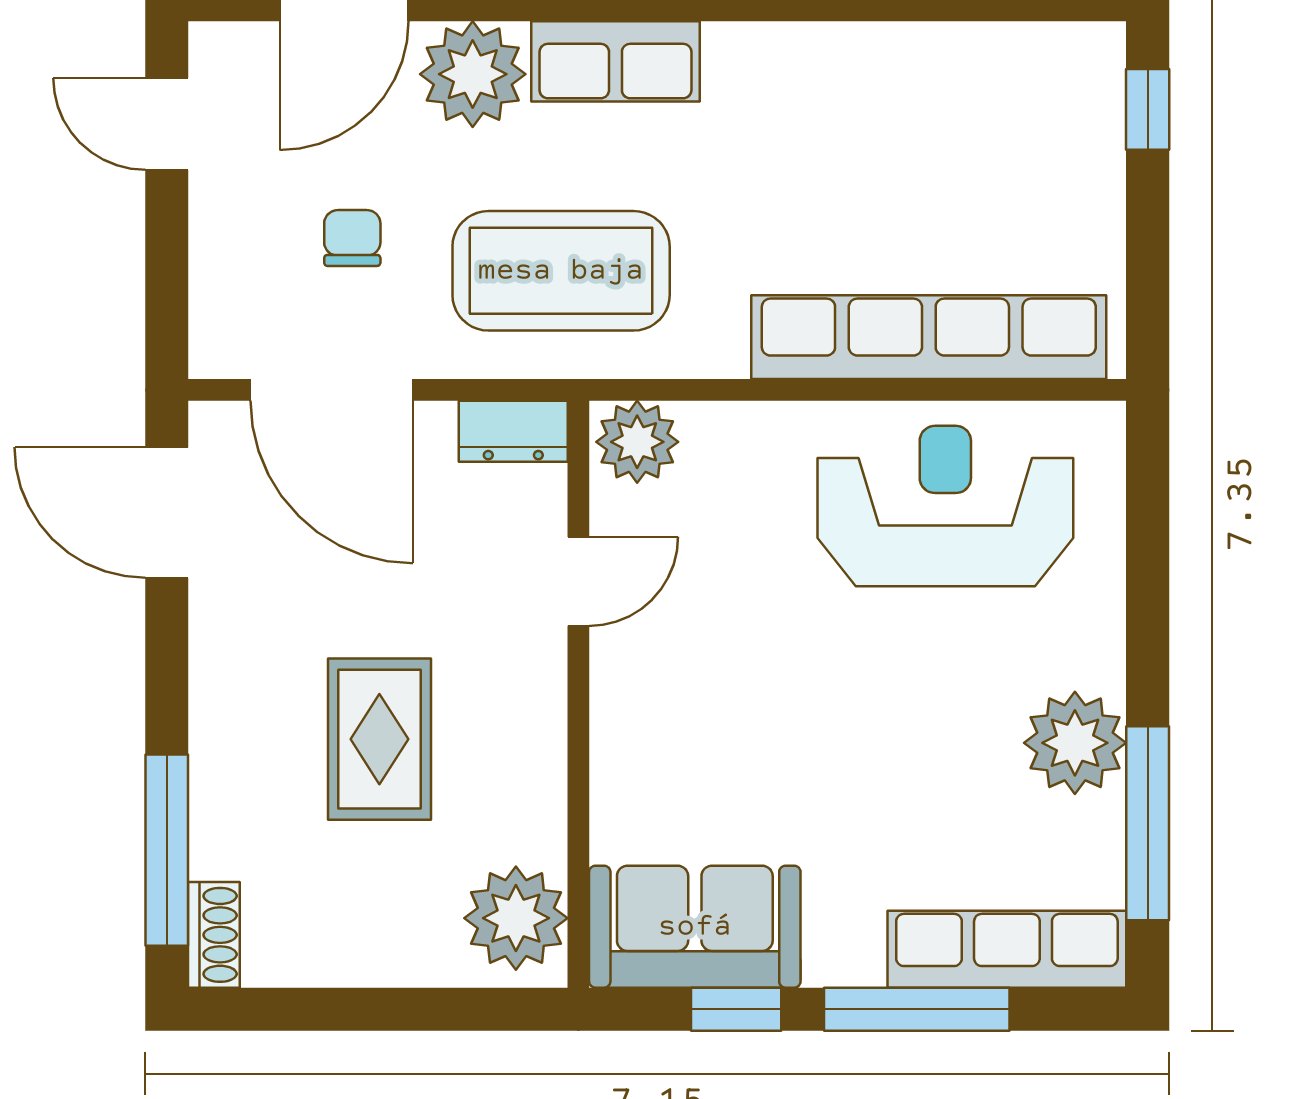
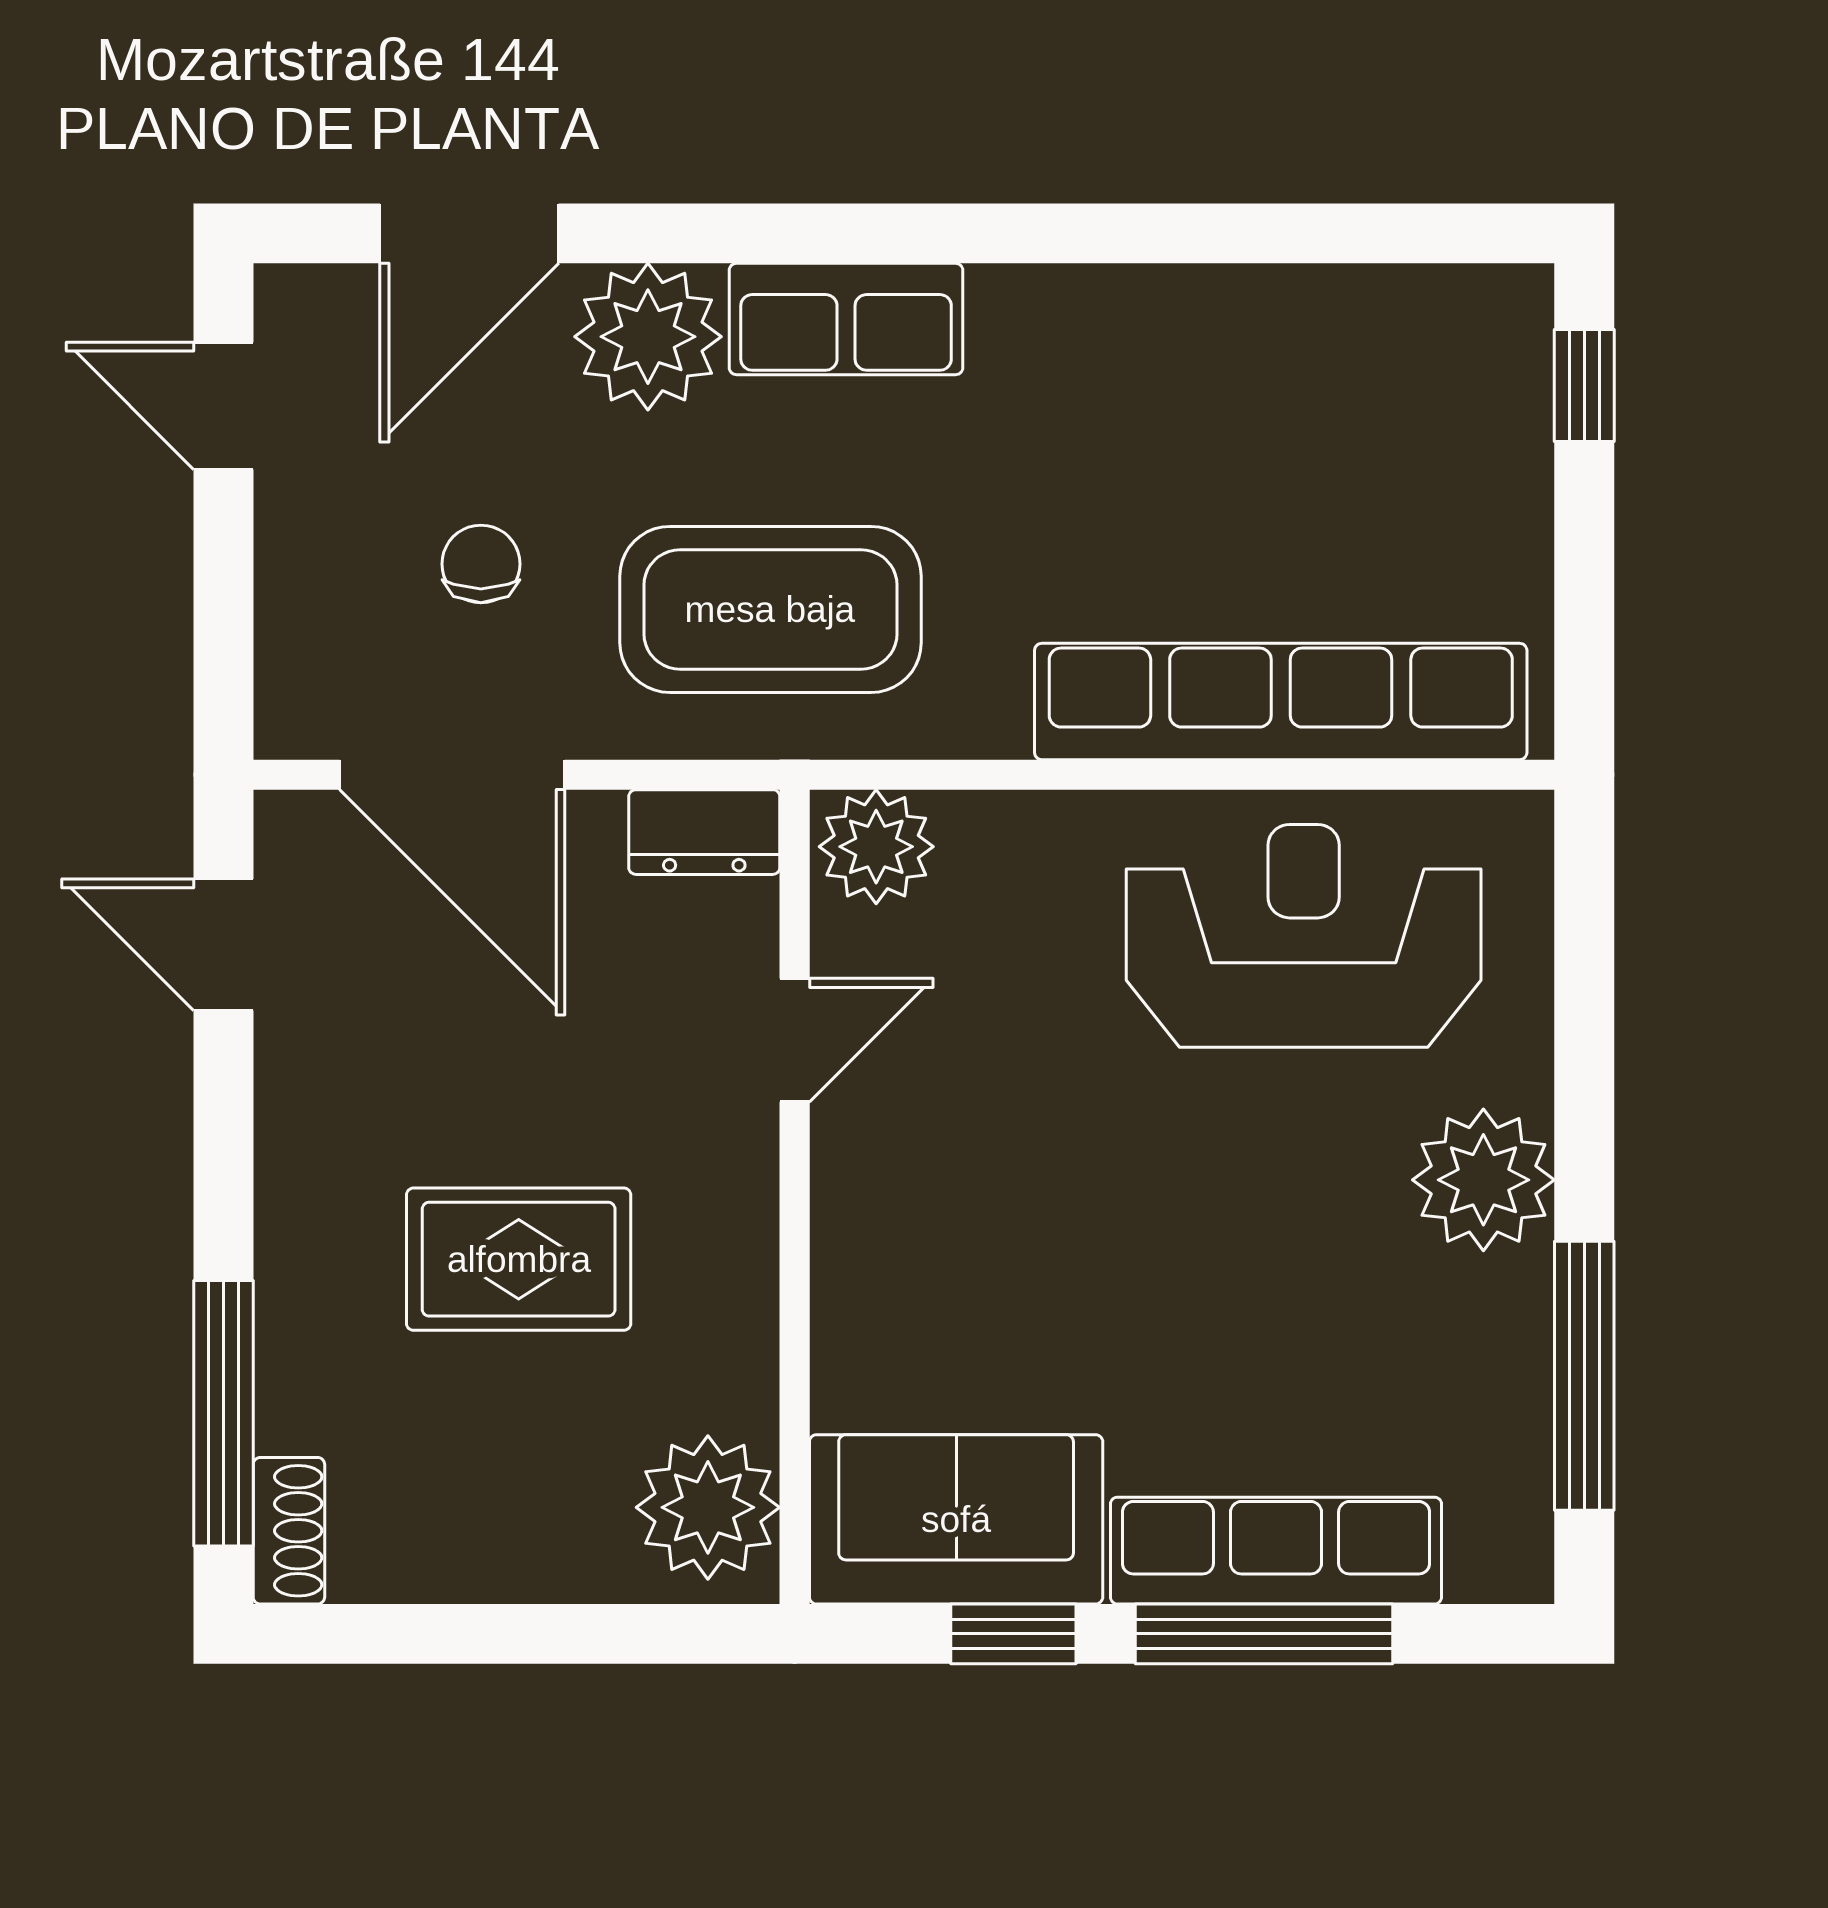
door: (167, 512) -> (224, 945), width x0.73
rug: (379, 739) -> (519, 1259), turned 90
plant: (1075, 743) -> (1483, 1180), moved
row of seats: (1007, 949) -> (1276, 1551), moved

